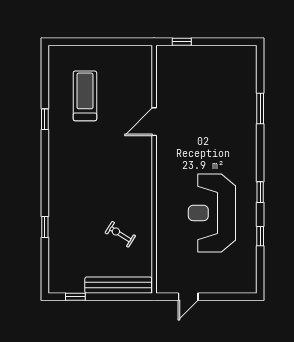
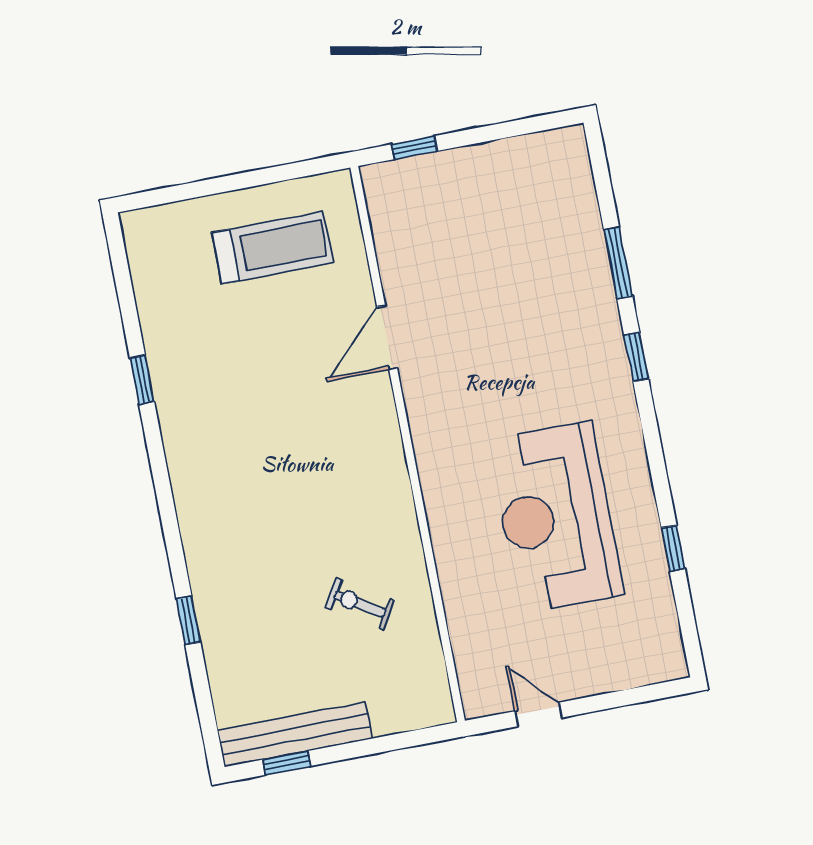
treadmill: (85, 96) -> (272, 248), moved, turned 90
window: (260, 192) -> (636, 357), moved
bench: (118, 285) -> (295, 734), moved
door: (188, 297) -> (539, 714), swing flipped

